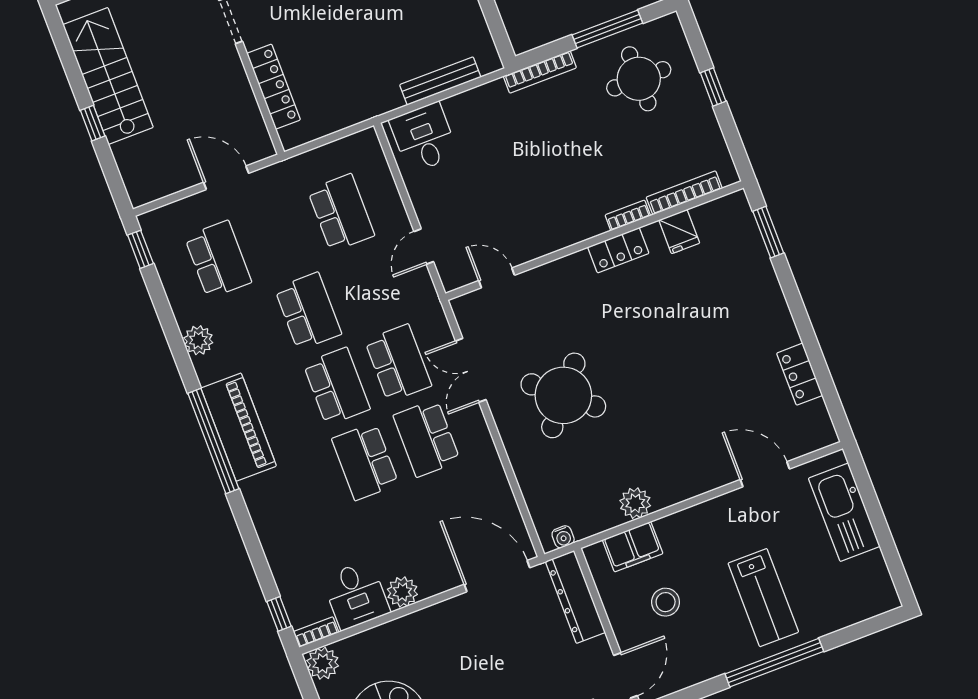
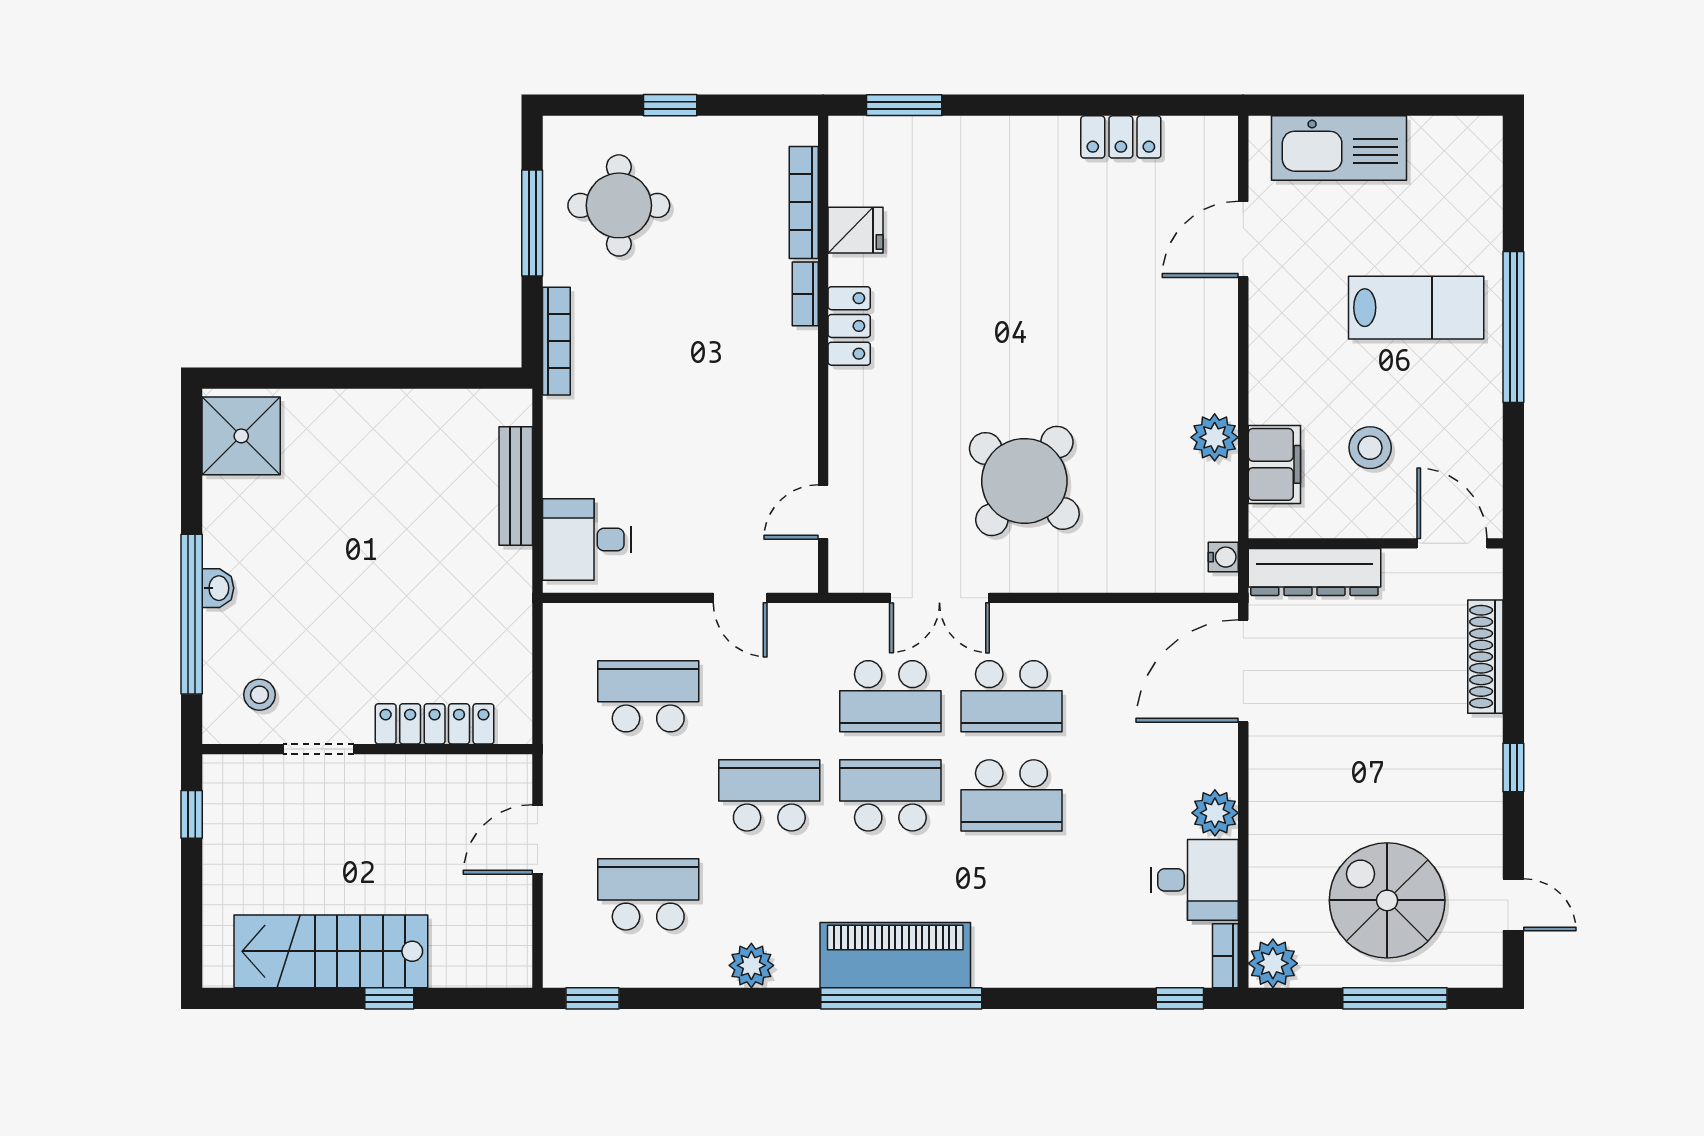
school desk: (398, 363) -> (890, 696), turned 180

